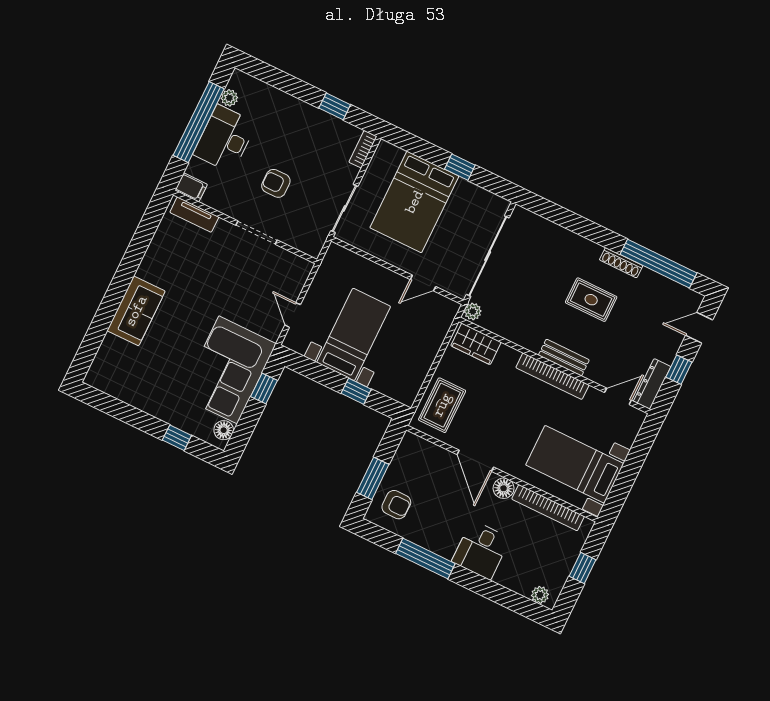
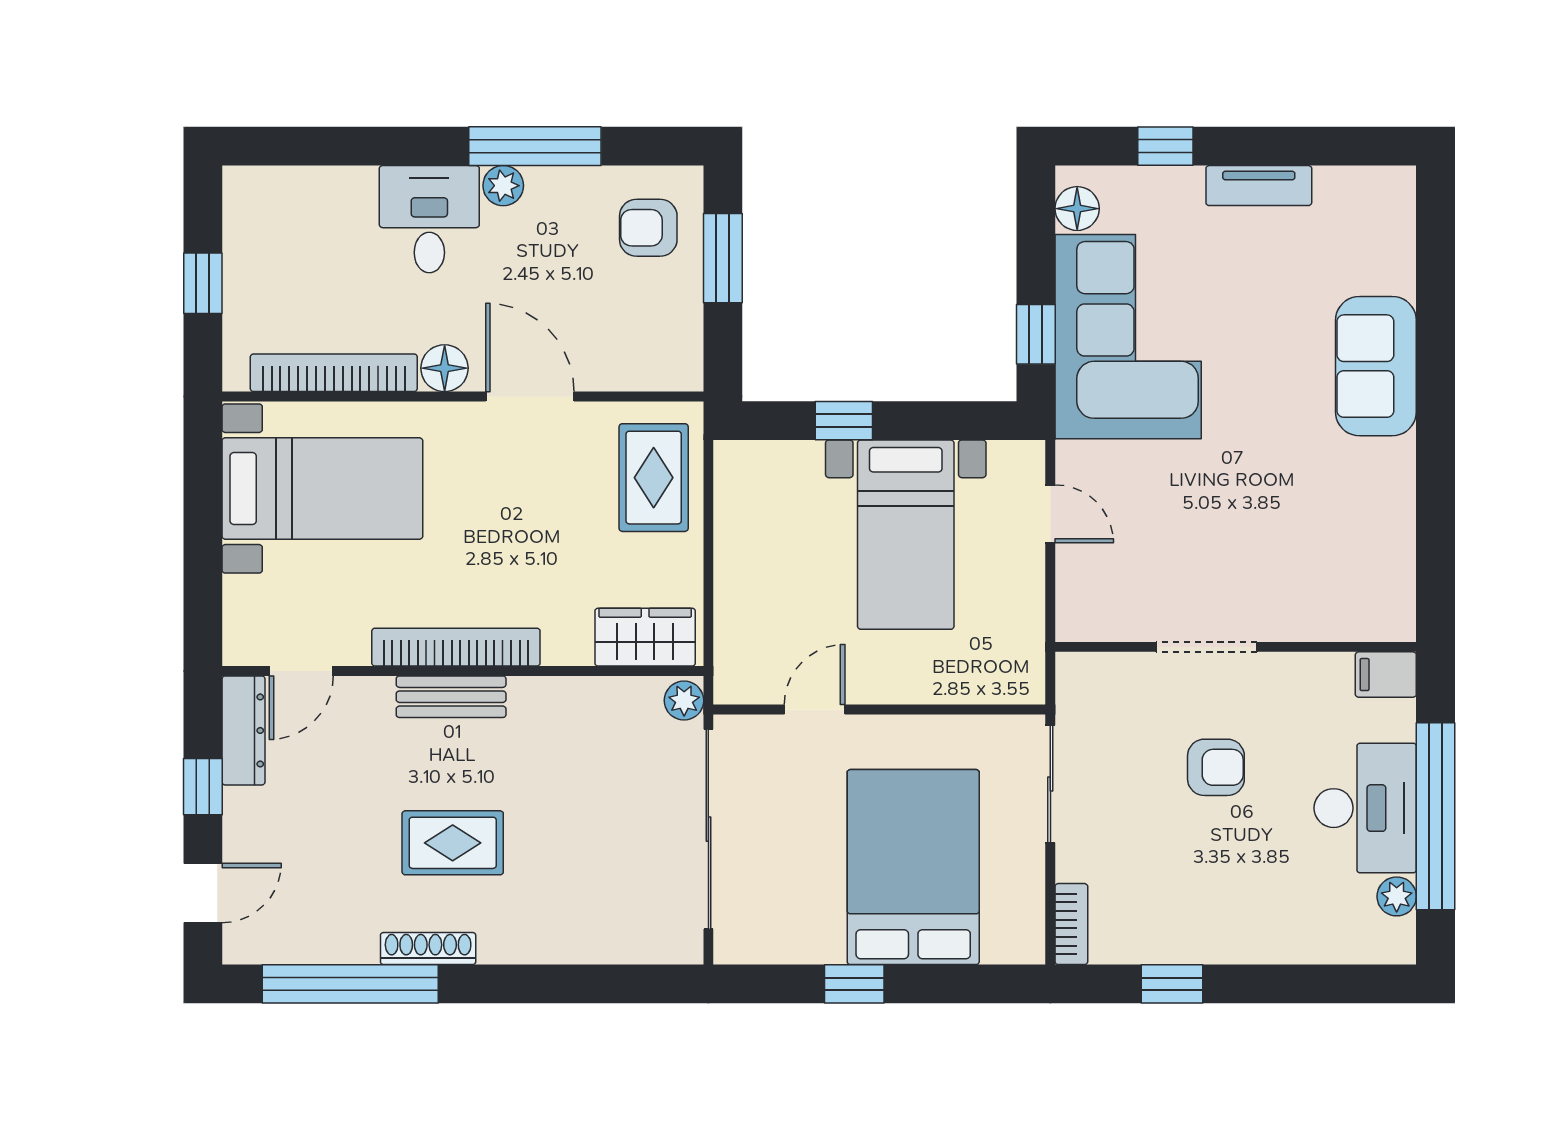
tv unit: (194, 215) -> (1259, 186), moved, turned 180
plant: (540, 595) -> (503, 186), moved

